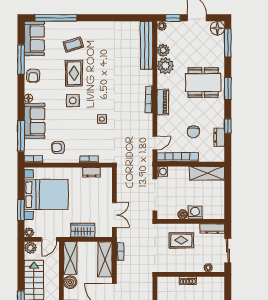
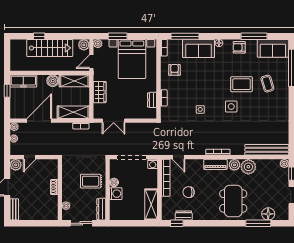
floor lamp: (217, 28) -> (268, 214), moved
window: (228, 43) -> (258, 223), moved
plant: (163, 50) -> (234, 165), moved
window: (228, 89) -> (228, 223), removed
side table: (73, 101) -> (231, 106), moved
window: (228, 126) -> (177, 223), moved
door: (49, 239) -> (91, 62), hinge flipped
rug: (181, 240) -> (91, 181), turned 90

